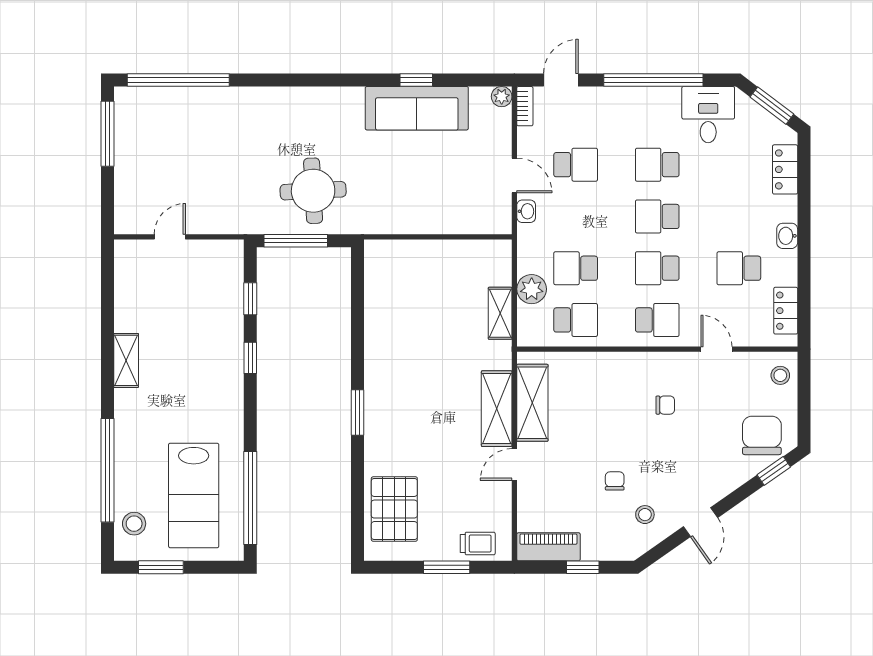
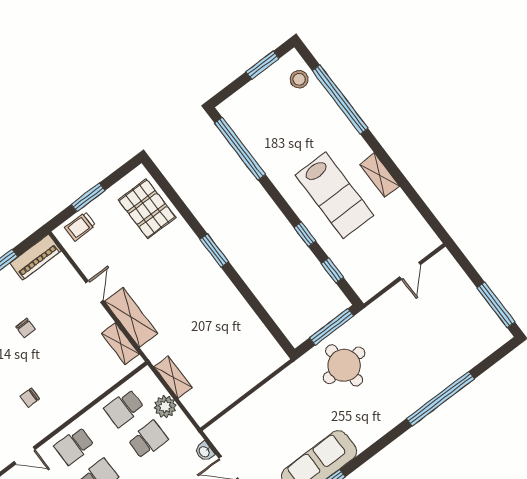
window: (178, 80) -> (440, 399), moved
shelving: (532, 403) -> (120, 344), width x0.67, depth x0.75
lab bench: (194, 495) -> (334, 195), moved, turned 180

